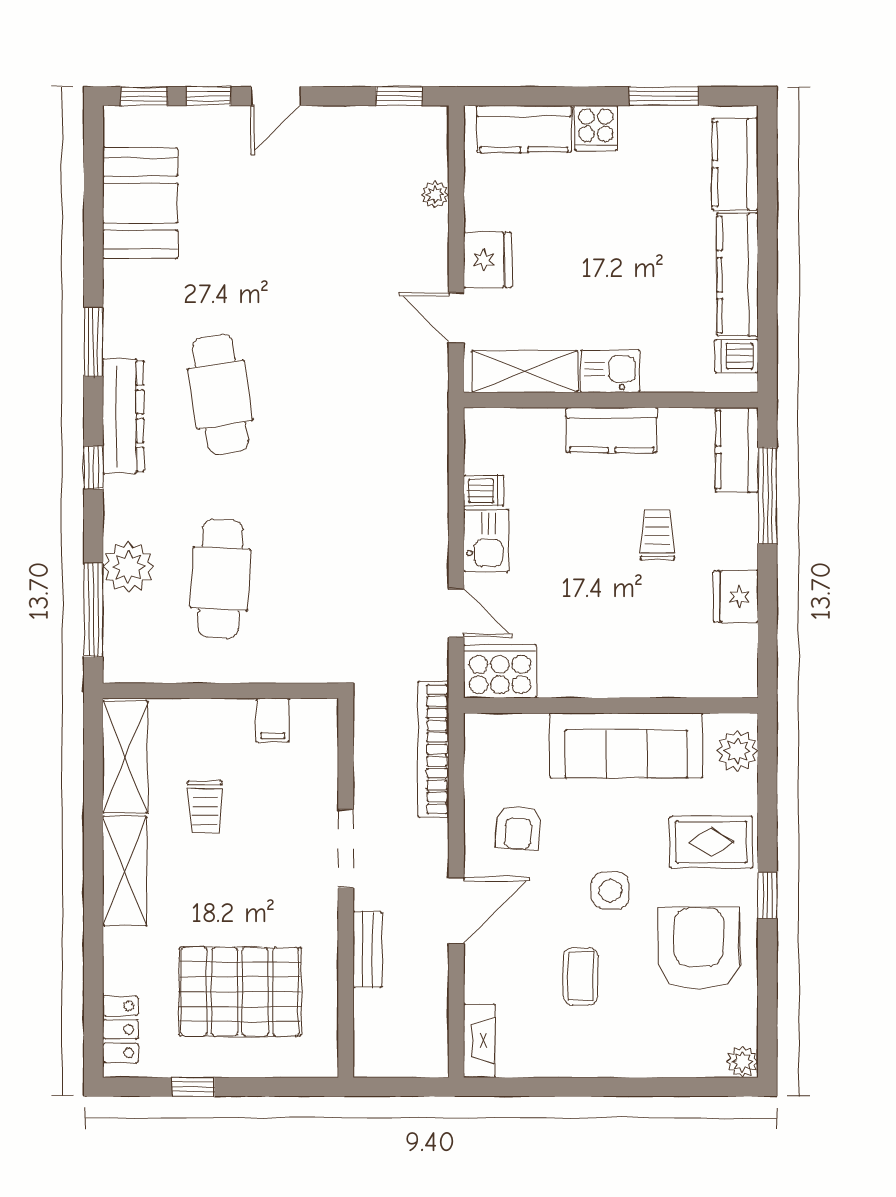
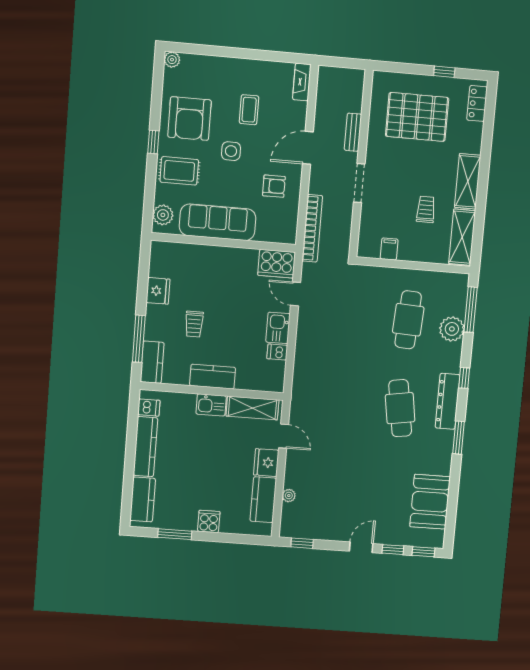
kitchen counter: (524, 129) -> (263, 500), moved, turned -90
armchair: (518, 828) -> (274, 186), turned 87

